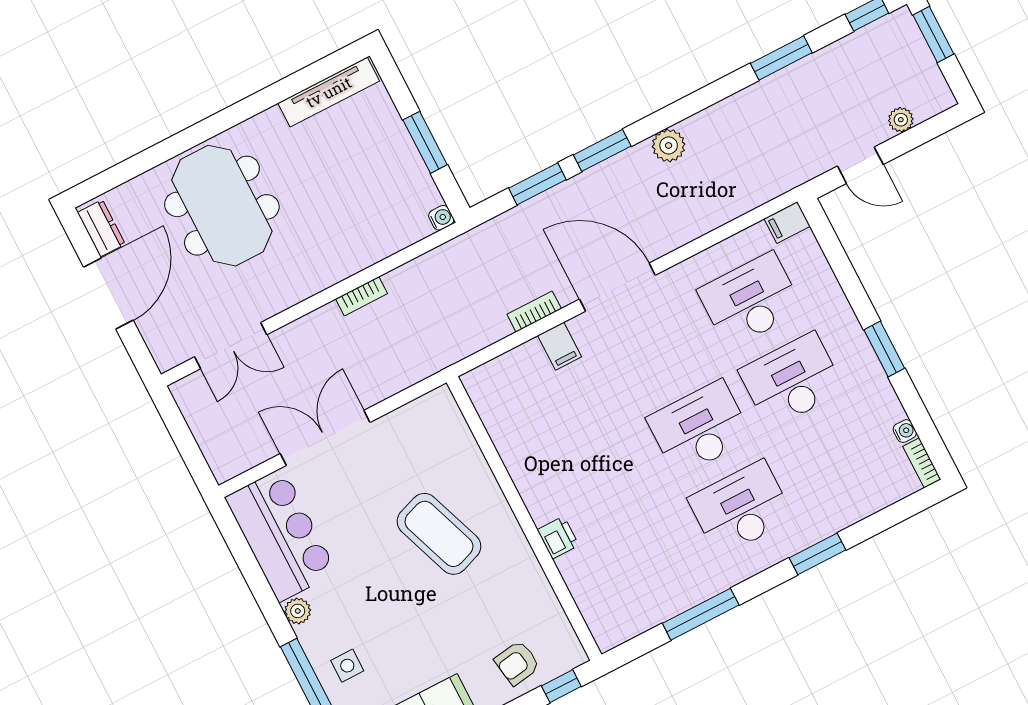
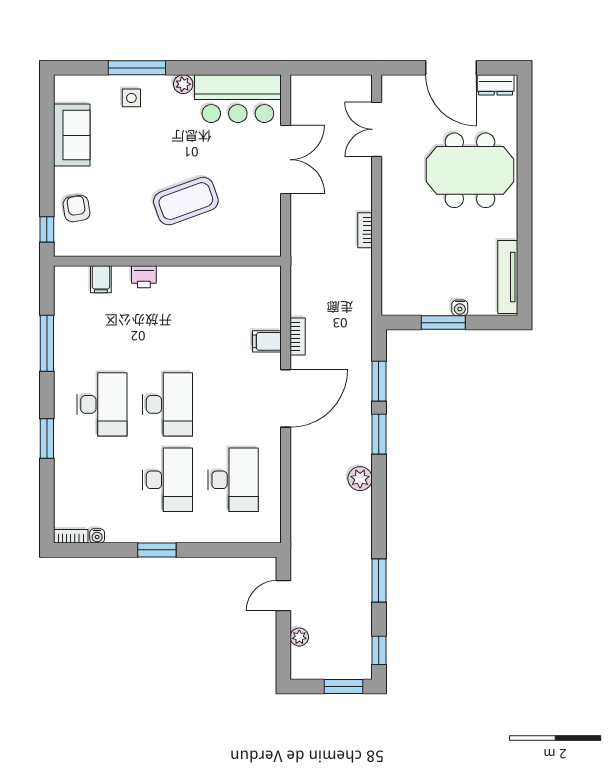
water cooler: (441, 218) -> (460, 308), moved
filing cabinet: (787, 222) -> (101, 279), moved, turned 180

